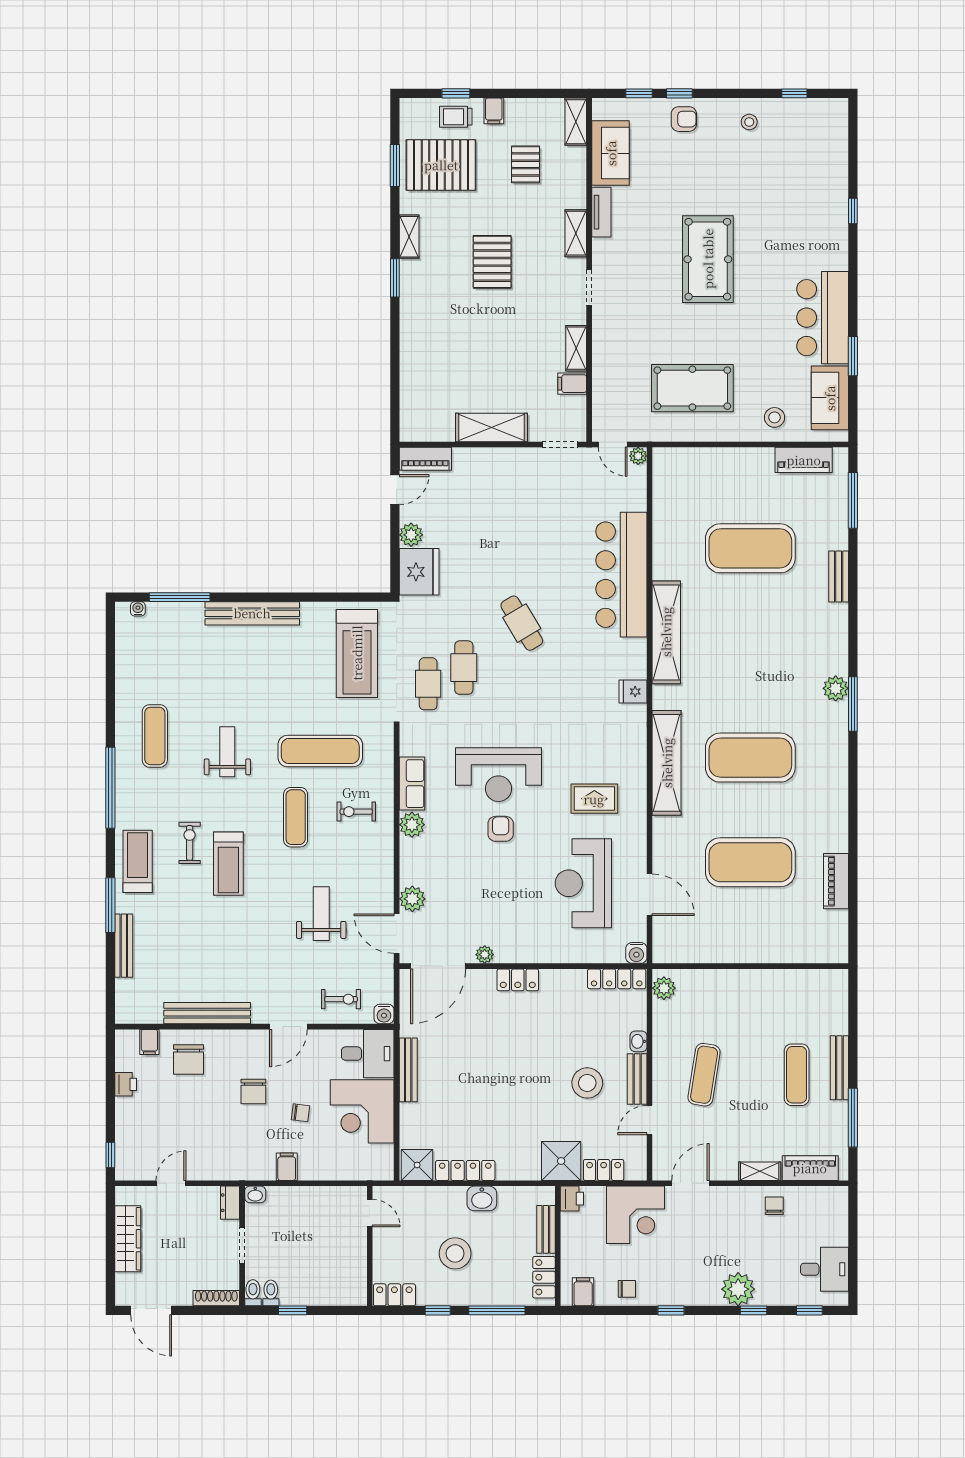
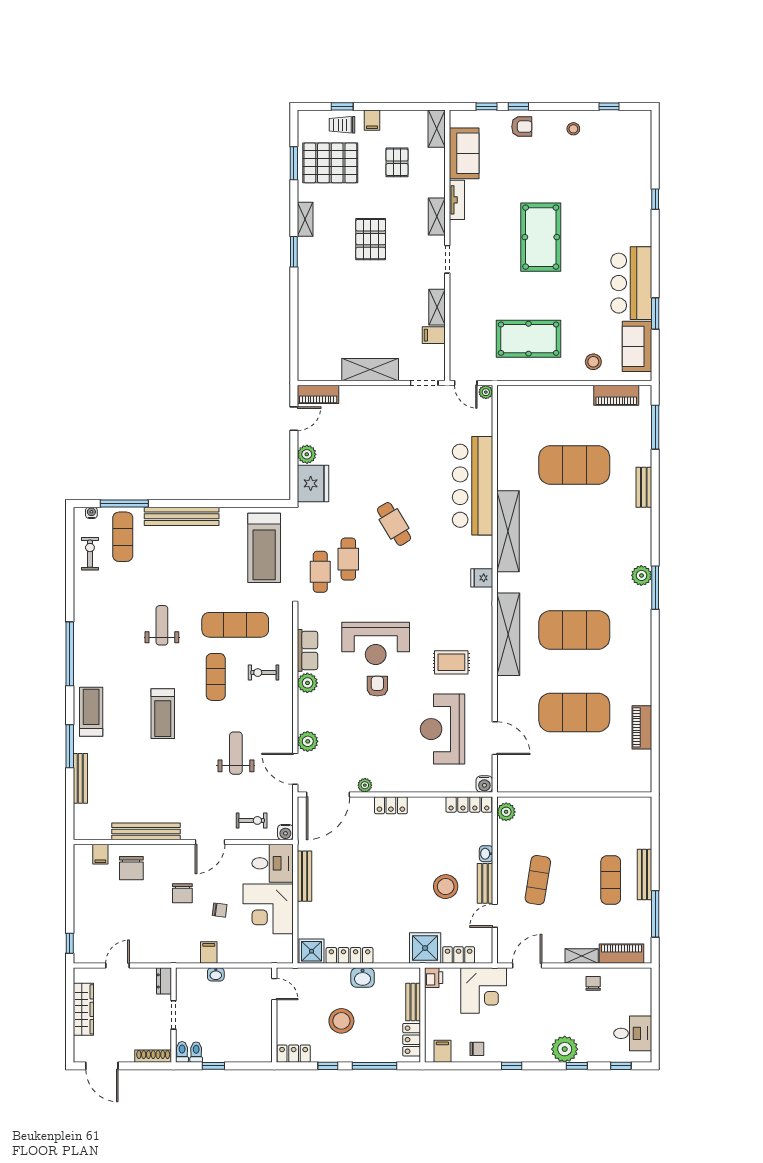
exercise mat: (155, 736) -> (123, 537), moved
exercise bike: (190, 843) -> (90, 554), moved
printer: (126, 1084) -> (82, 888), removed
washbasin: (255, 1194) -> (216, 974), moved

